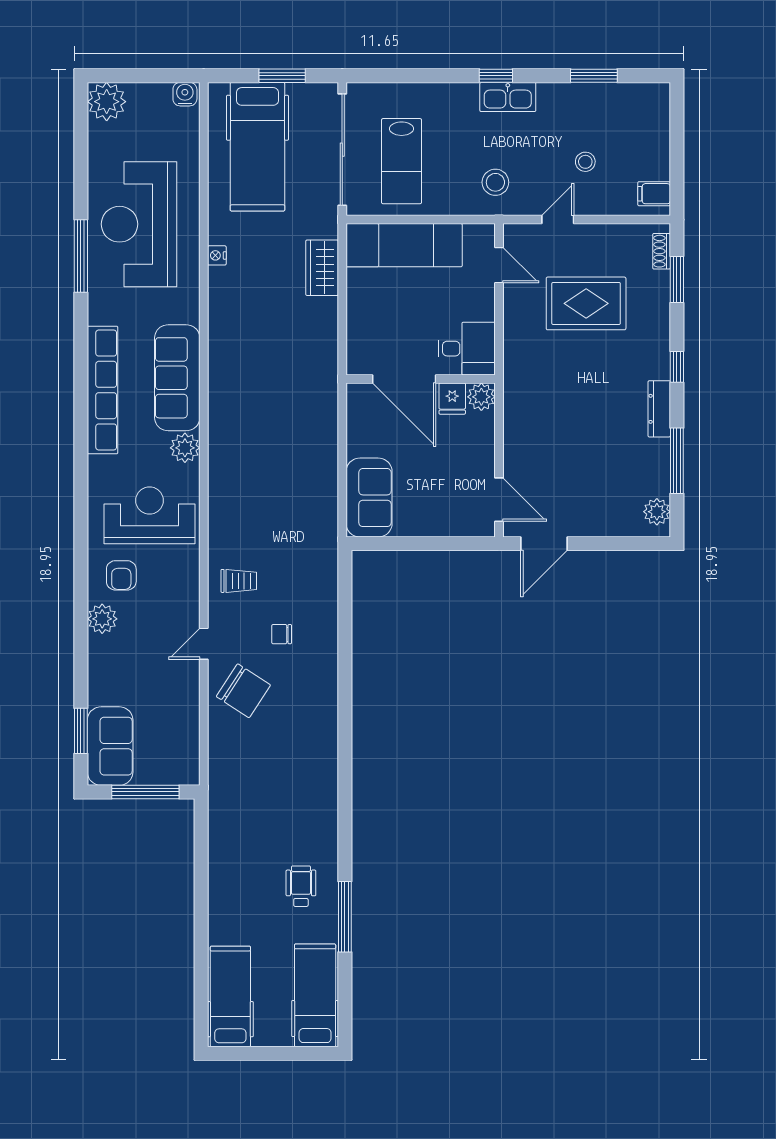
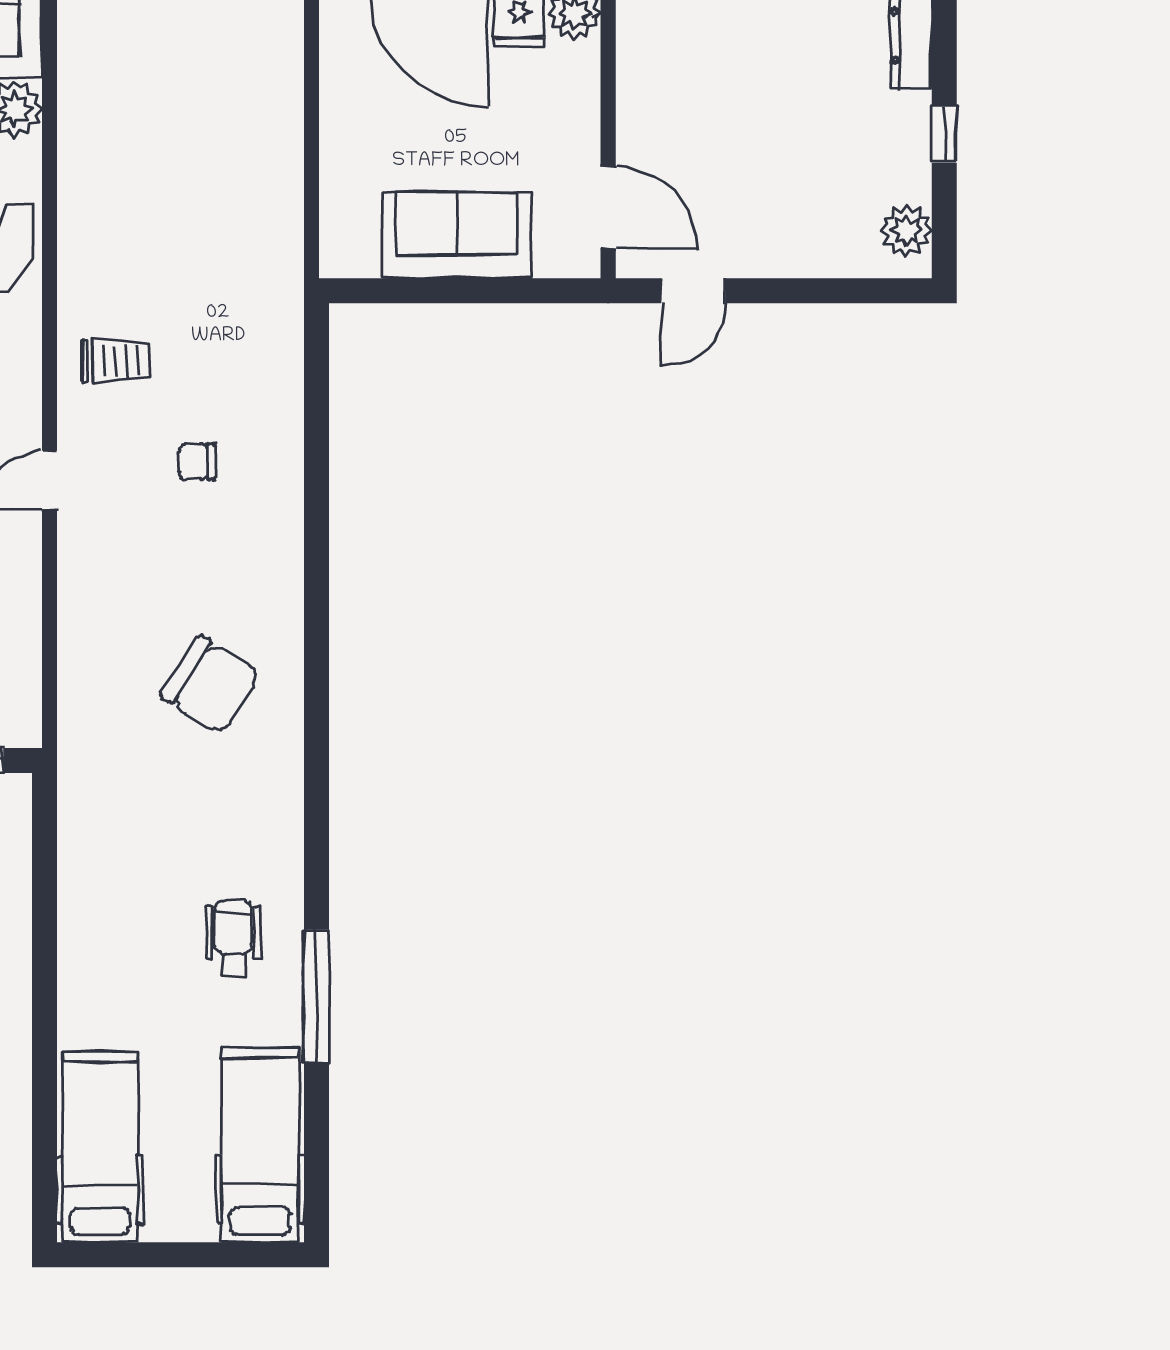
window: (677, 461) -> (944, 134), width x0.46
sofa: (369, 498) -> (456, 235), moved, turned -90
door: (544, 544) -> (693, 291), width x0.73
chair: (243, 691) -> (211, 685), moved

